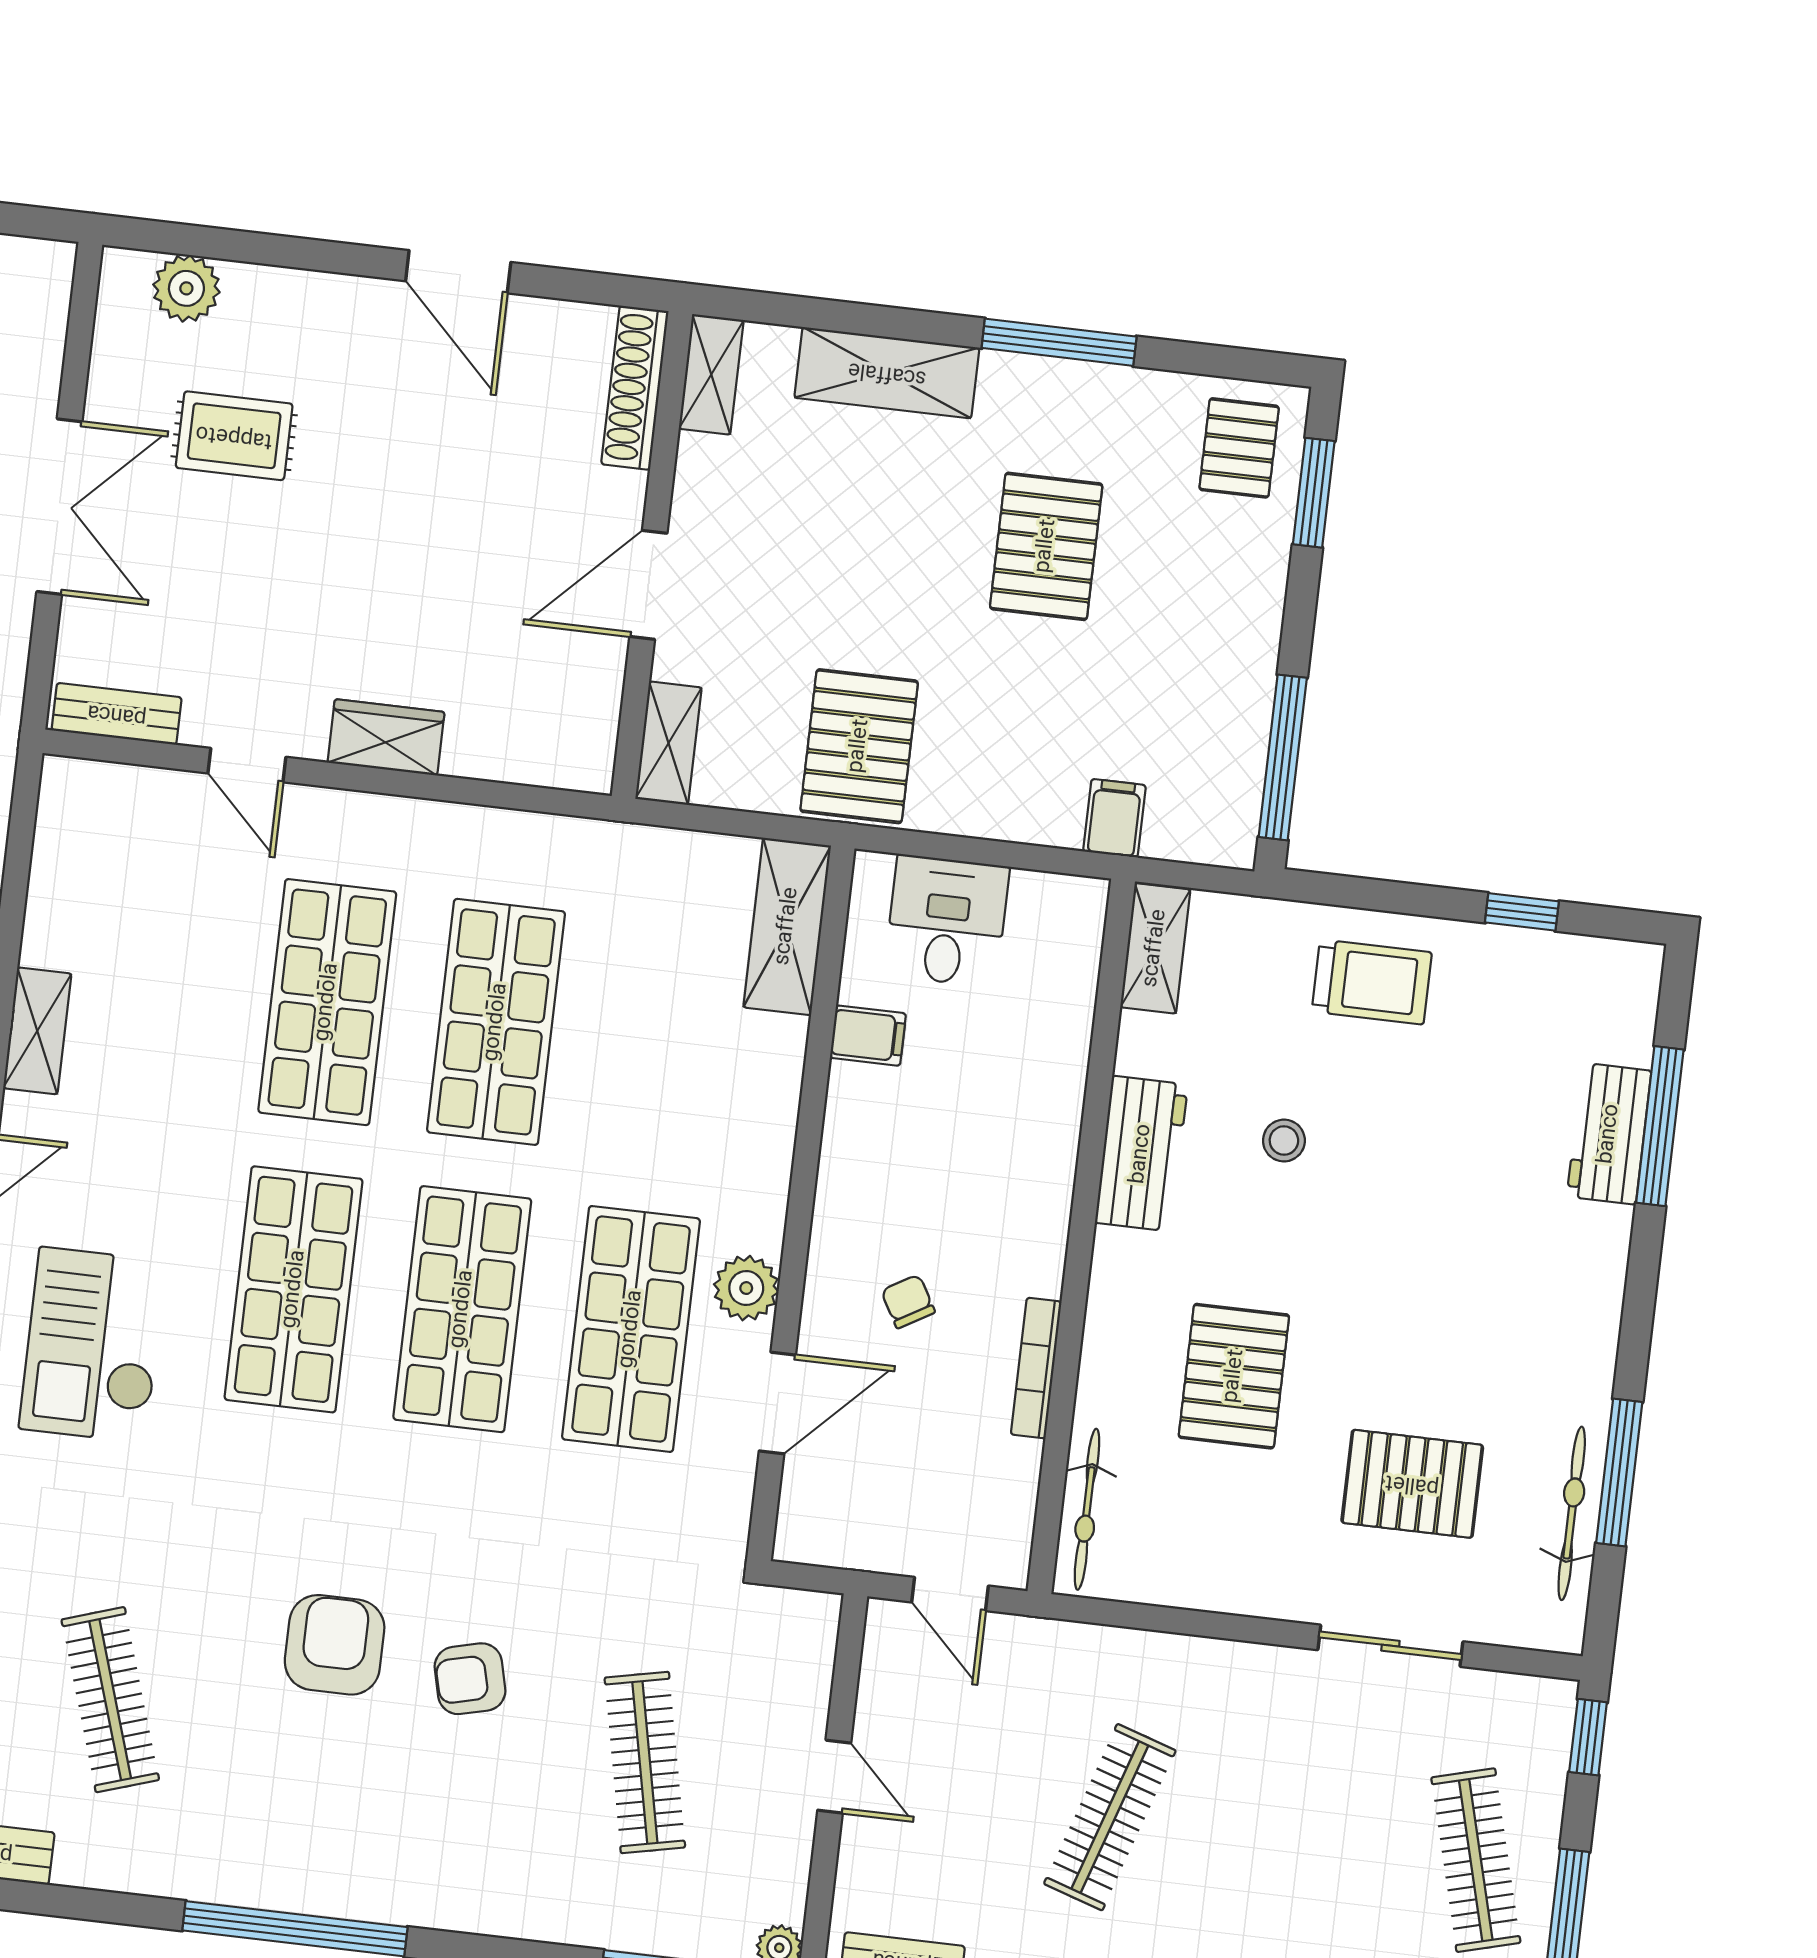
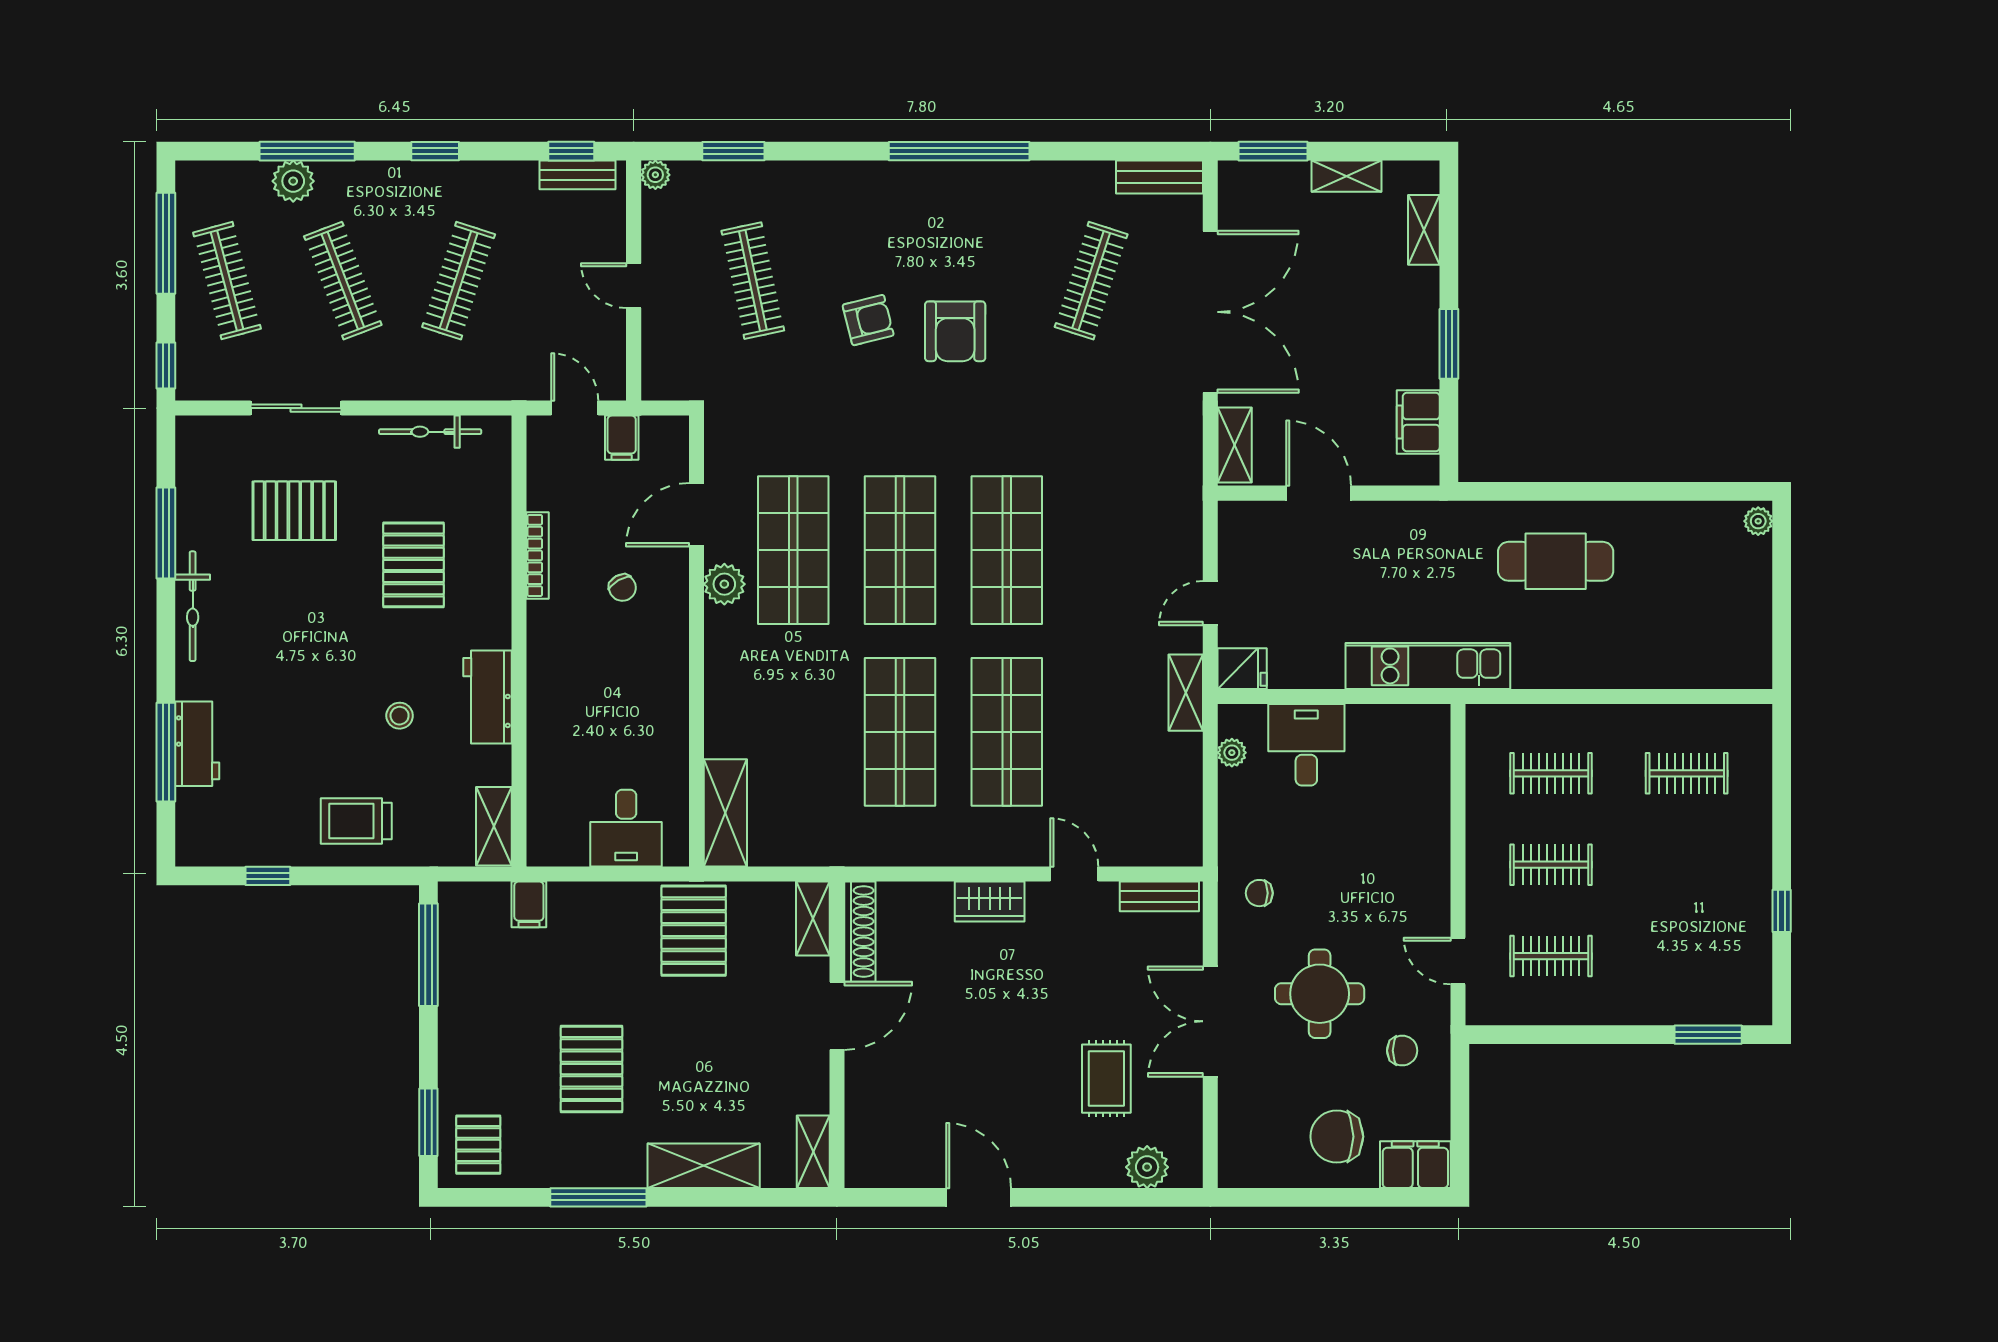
shoe rack: (635, 388) -> (860, 932), moved
rug: (234, 436) -> (1106, 1079), turned 90
filing cabinet: (868, 1036) -> (622, 438), moved, turned -90
checkout: (93, 1345) -> (1128, 501), removed
bicycle: (1087, 1509) -> (430, 432), moved, turned -90
bicycle: (1572, 1513) -> (193, 606), moved
clothes rail: (110, 1700) -> (1091, 281), turned 36
clothes rail: (1293, 1839) -> (343, 281), added

